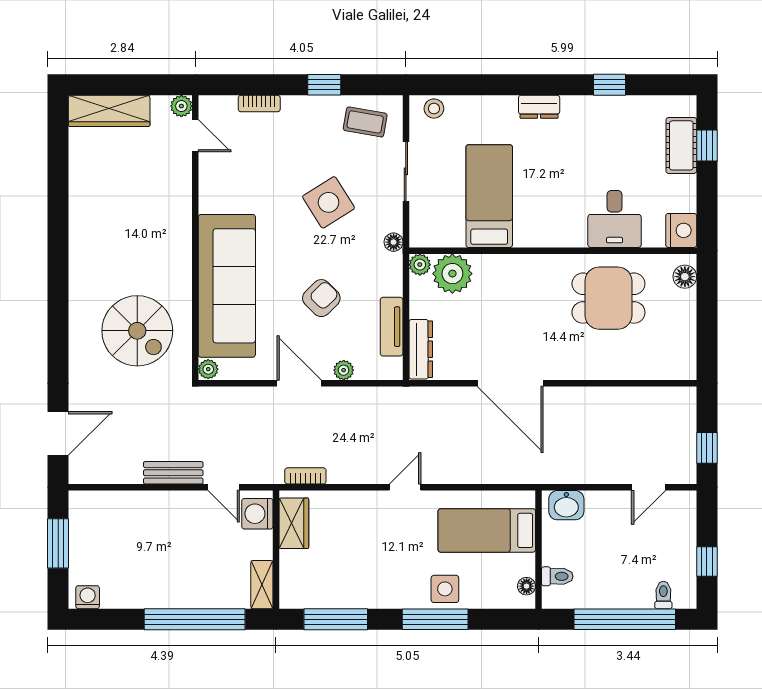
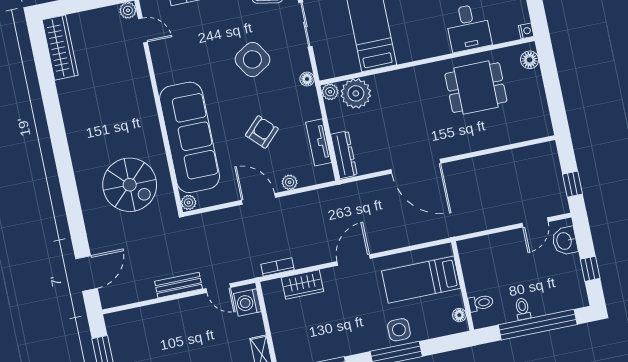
wardrobe: (109, 111) -> (60, 48), moved, turned -90
nightstand: (681, 230) -> (526, 31), width x0.53, depth x0.56
door: (405, 487) -> (354, 260), width x1.37
washbasin: (566, 505) -> (565, 241), moved, turned 90
wardrobe: (294, 523) -> (302, 285), moved, turned 90
toilet: (663, 595) -> (523, 309), moved

